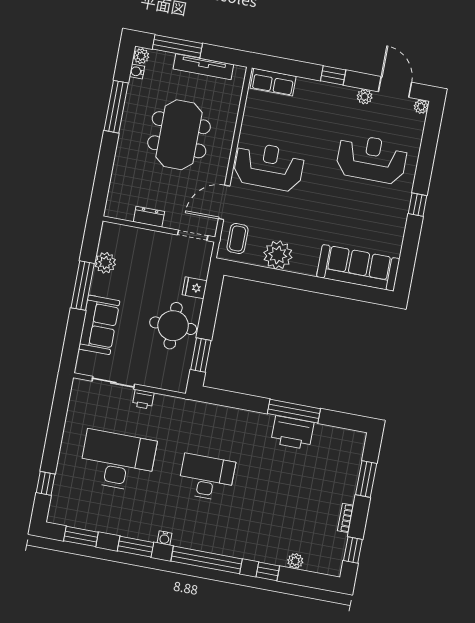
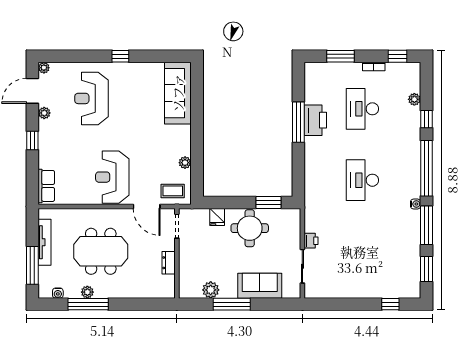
plant: (141, 56) -> (87, 292), moved
plant: (278, 255) -> (185, 163), width x0.53, depth x0.53
desk: (118, 461) -> (362, 109), moved, width x0.73, depth x0.77
window: (135, 547) -> (426, 225), width x1.44

